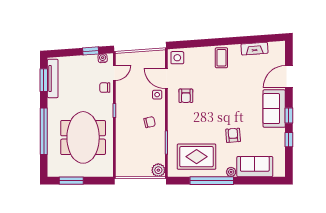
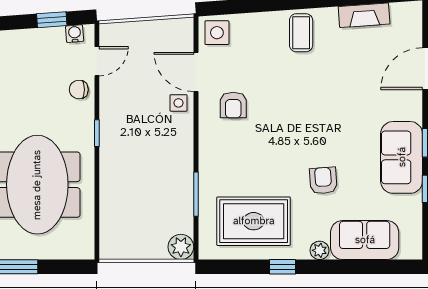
sofa: (274, 109) -> (402, 157), moved
chair: (150, 122) -> (164, 155), removed
window: (212, 181) -> (282, 267), width x0.32

